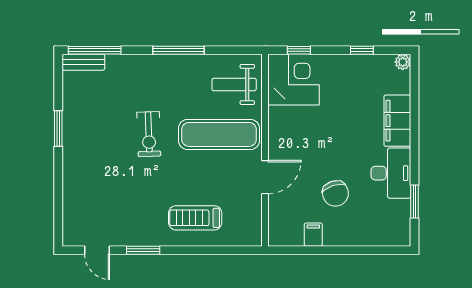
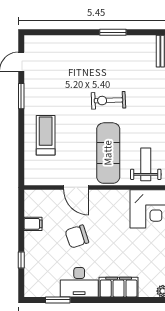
chair: (335, 193) -> (77, 236), moved
window: (361, 250) -> (21, 260), added

